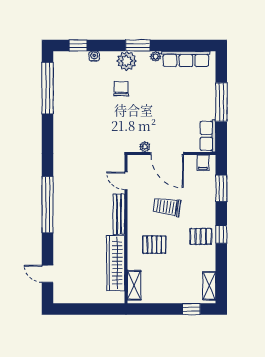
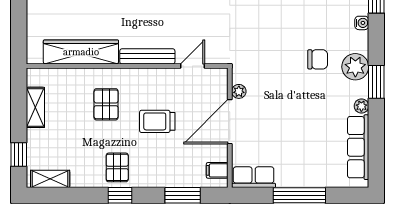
trolley: (167, 207) -> (157, 121), turned -98
shelving: (134, 285) -> (35, 107), moved, turned 90

